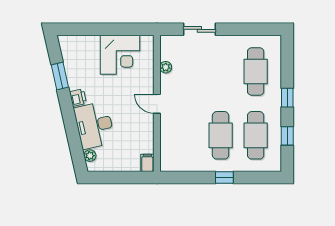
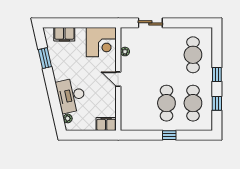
filing cabinet: (86, 44) -> (64, 34), added
corner desk: (120, 55) -> (101, 42), moved
printer: (78, 98) -> (59, 75), removed
filing cabinet: (147, 163) -> (106, 124), width x2.00

